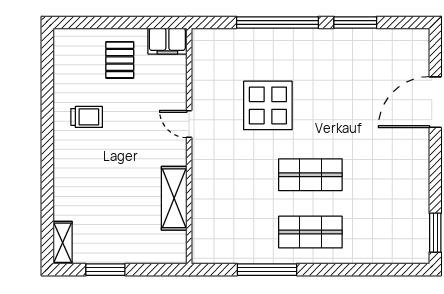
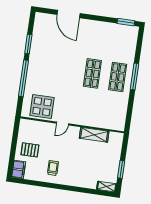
filing cabinet: (167, 41) -> (19, 169), moved
display table: (268, 105) -> (42, 107), moved
window: (267, 270) -> (135, 77), moved

